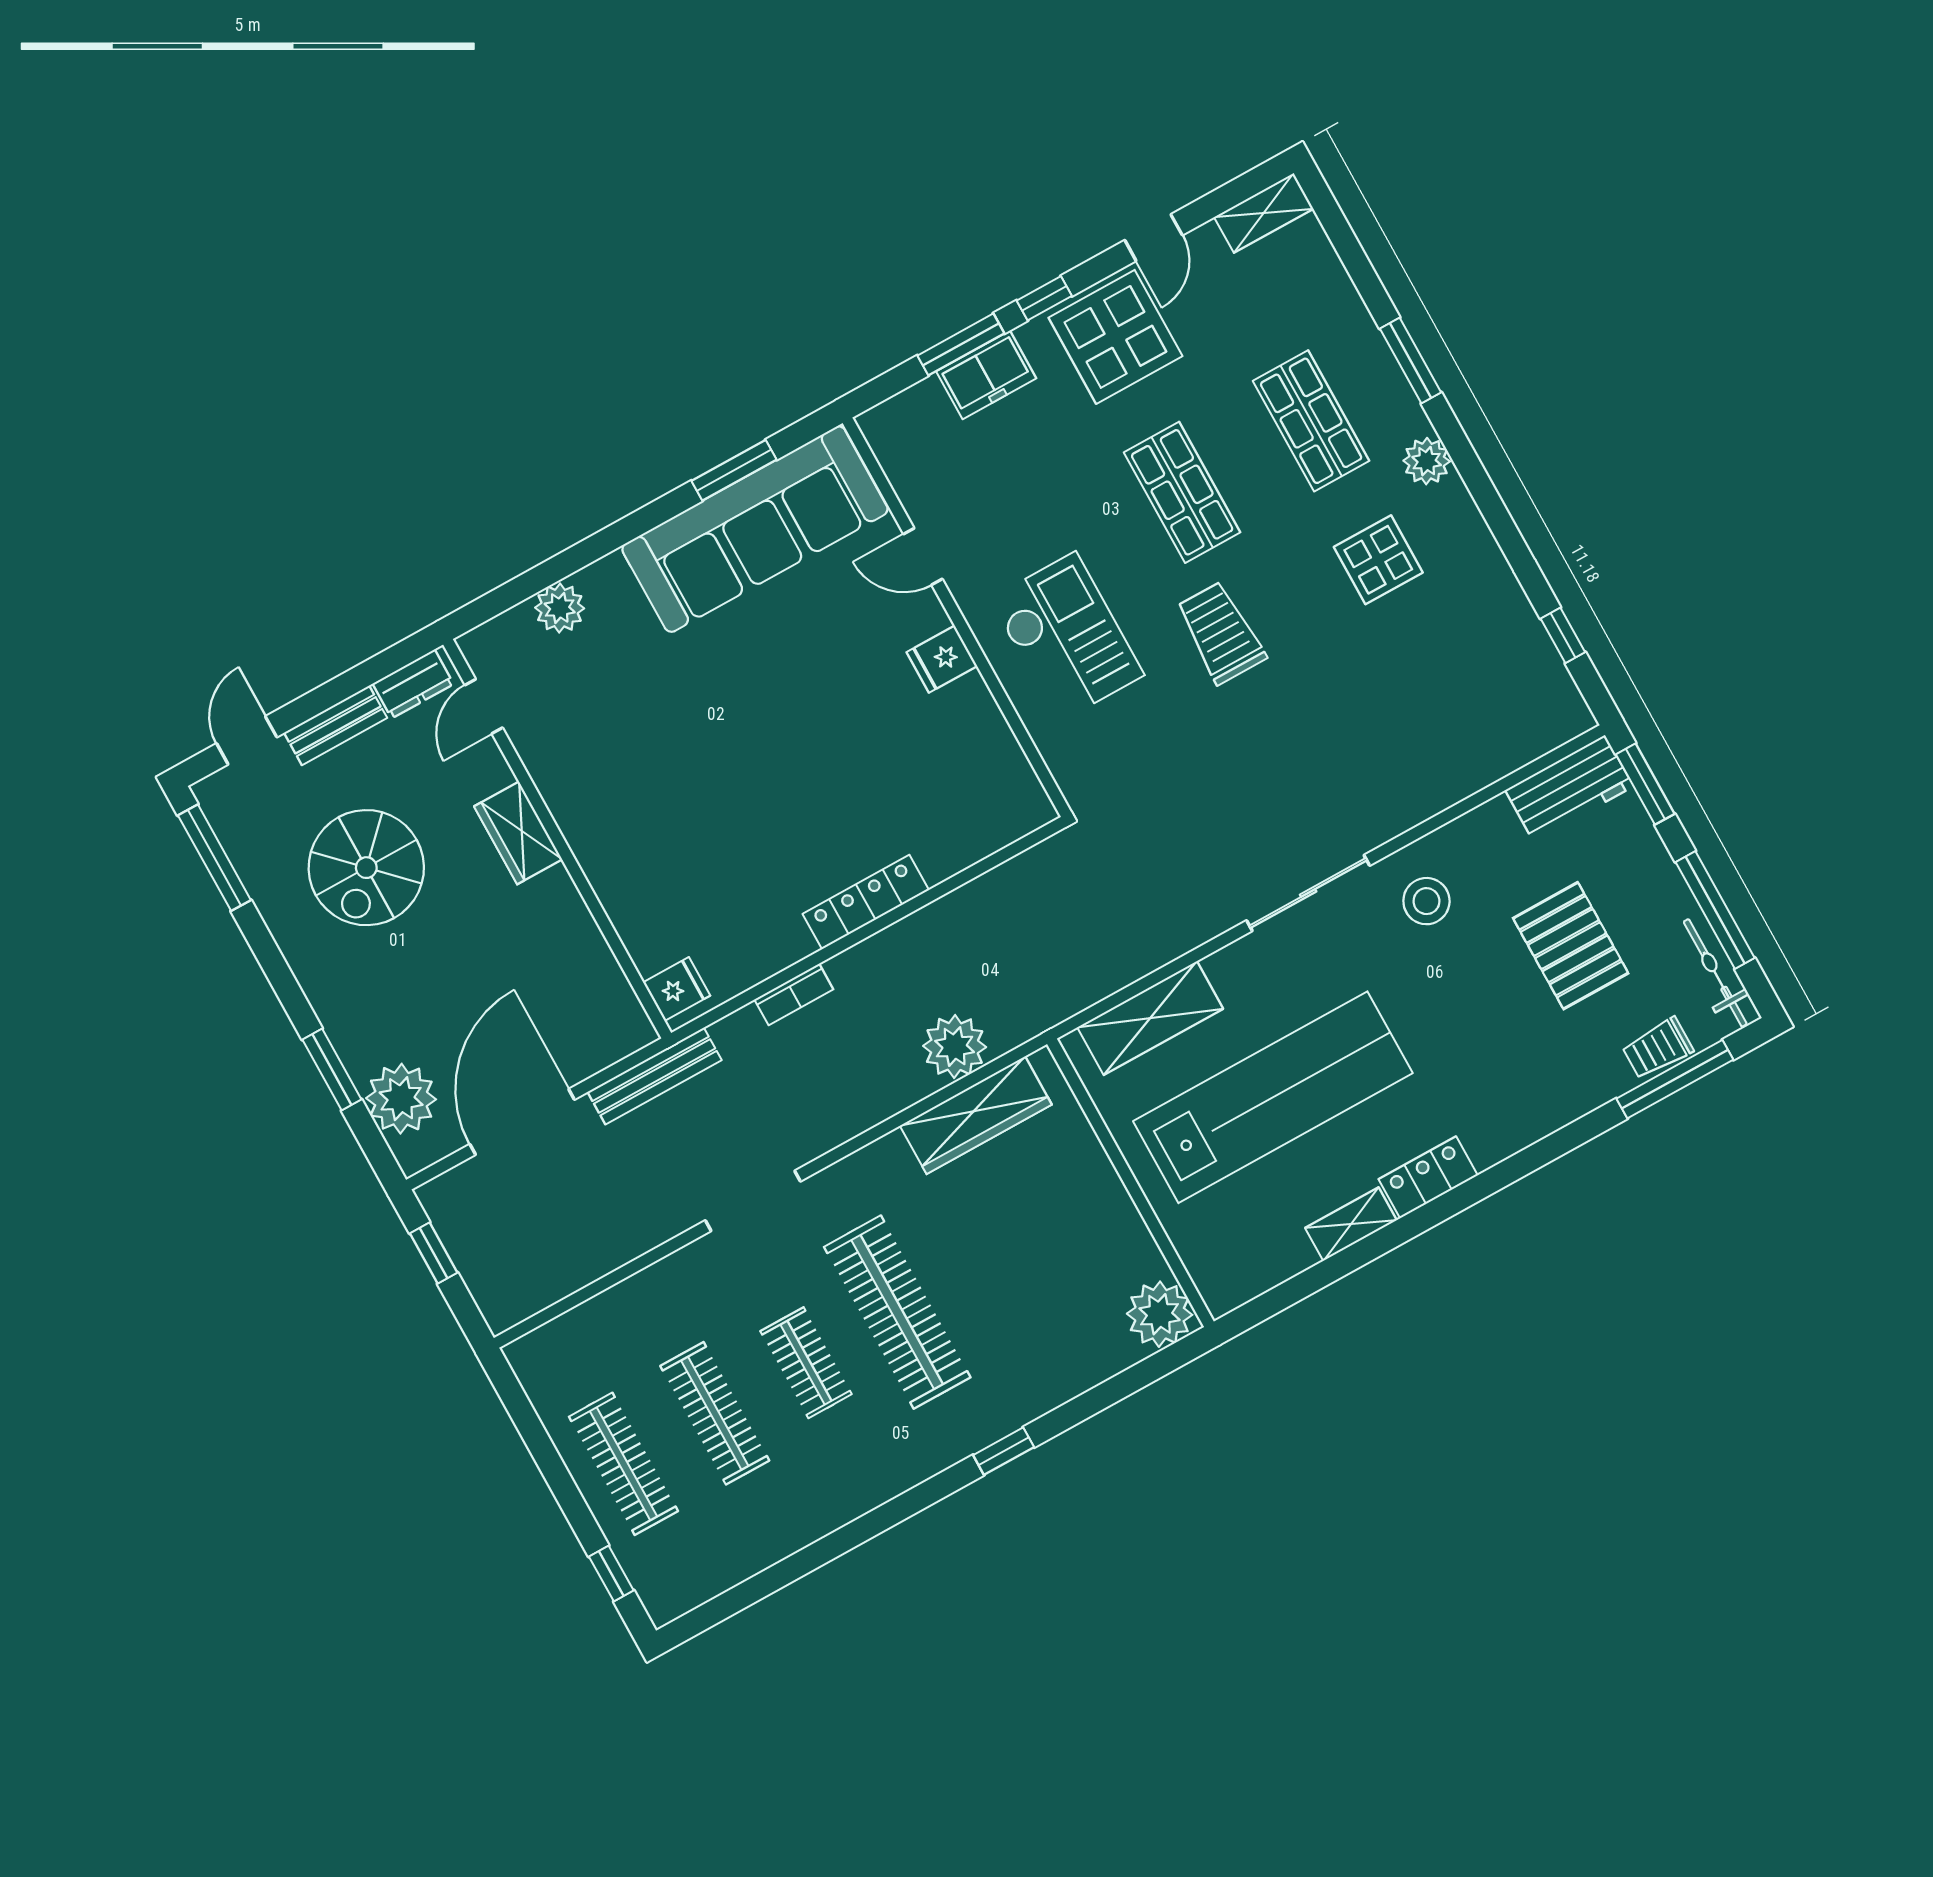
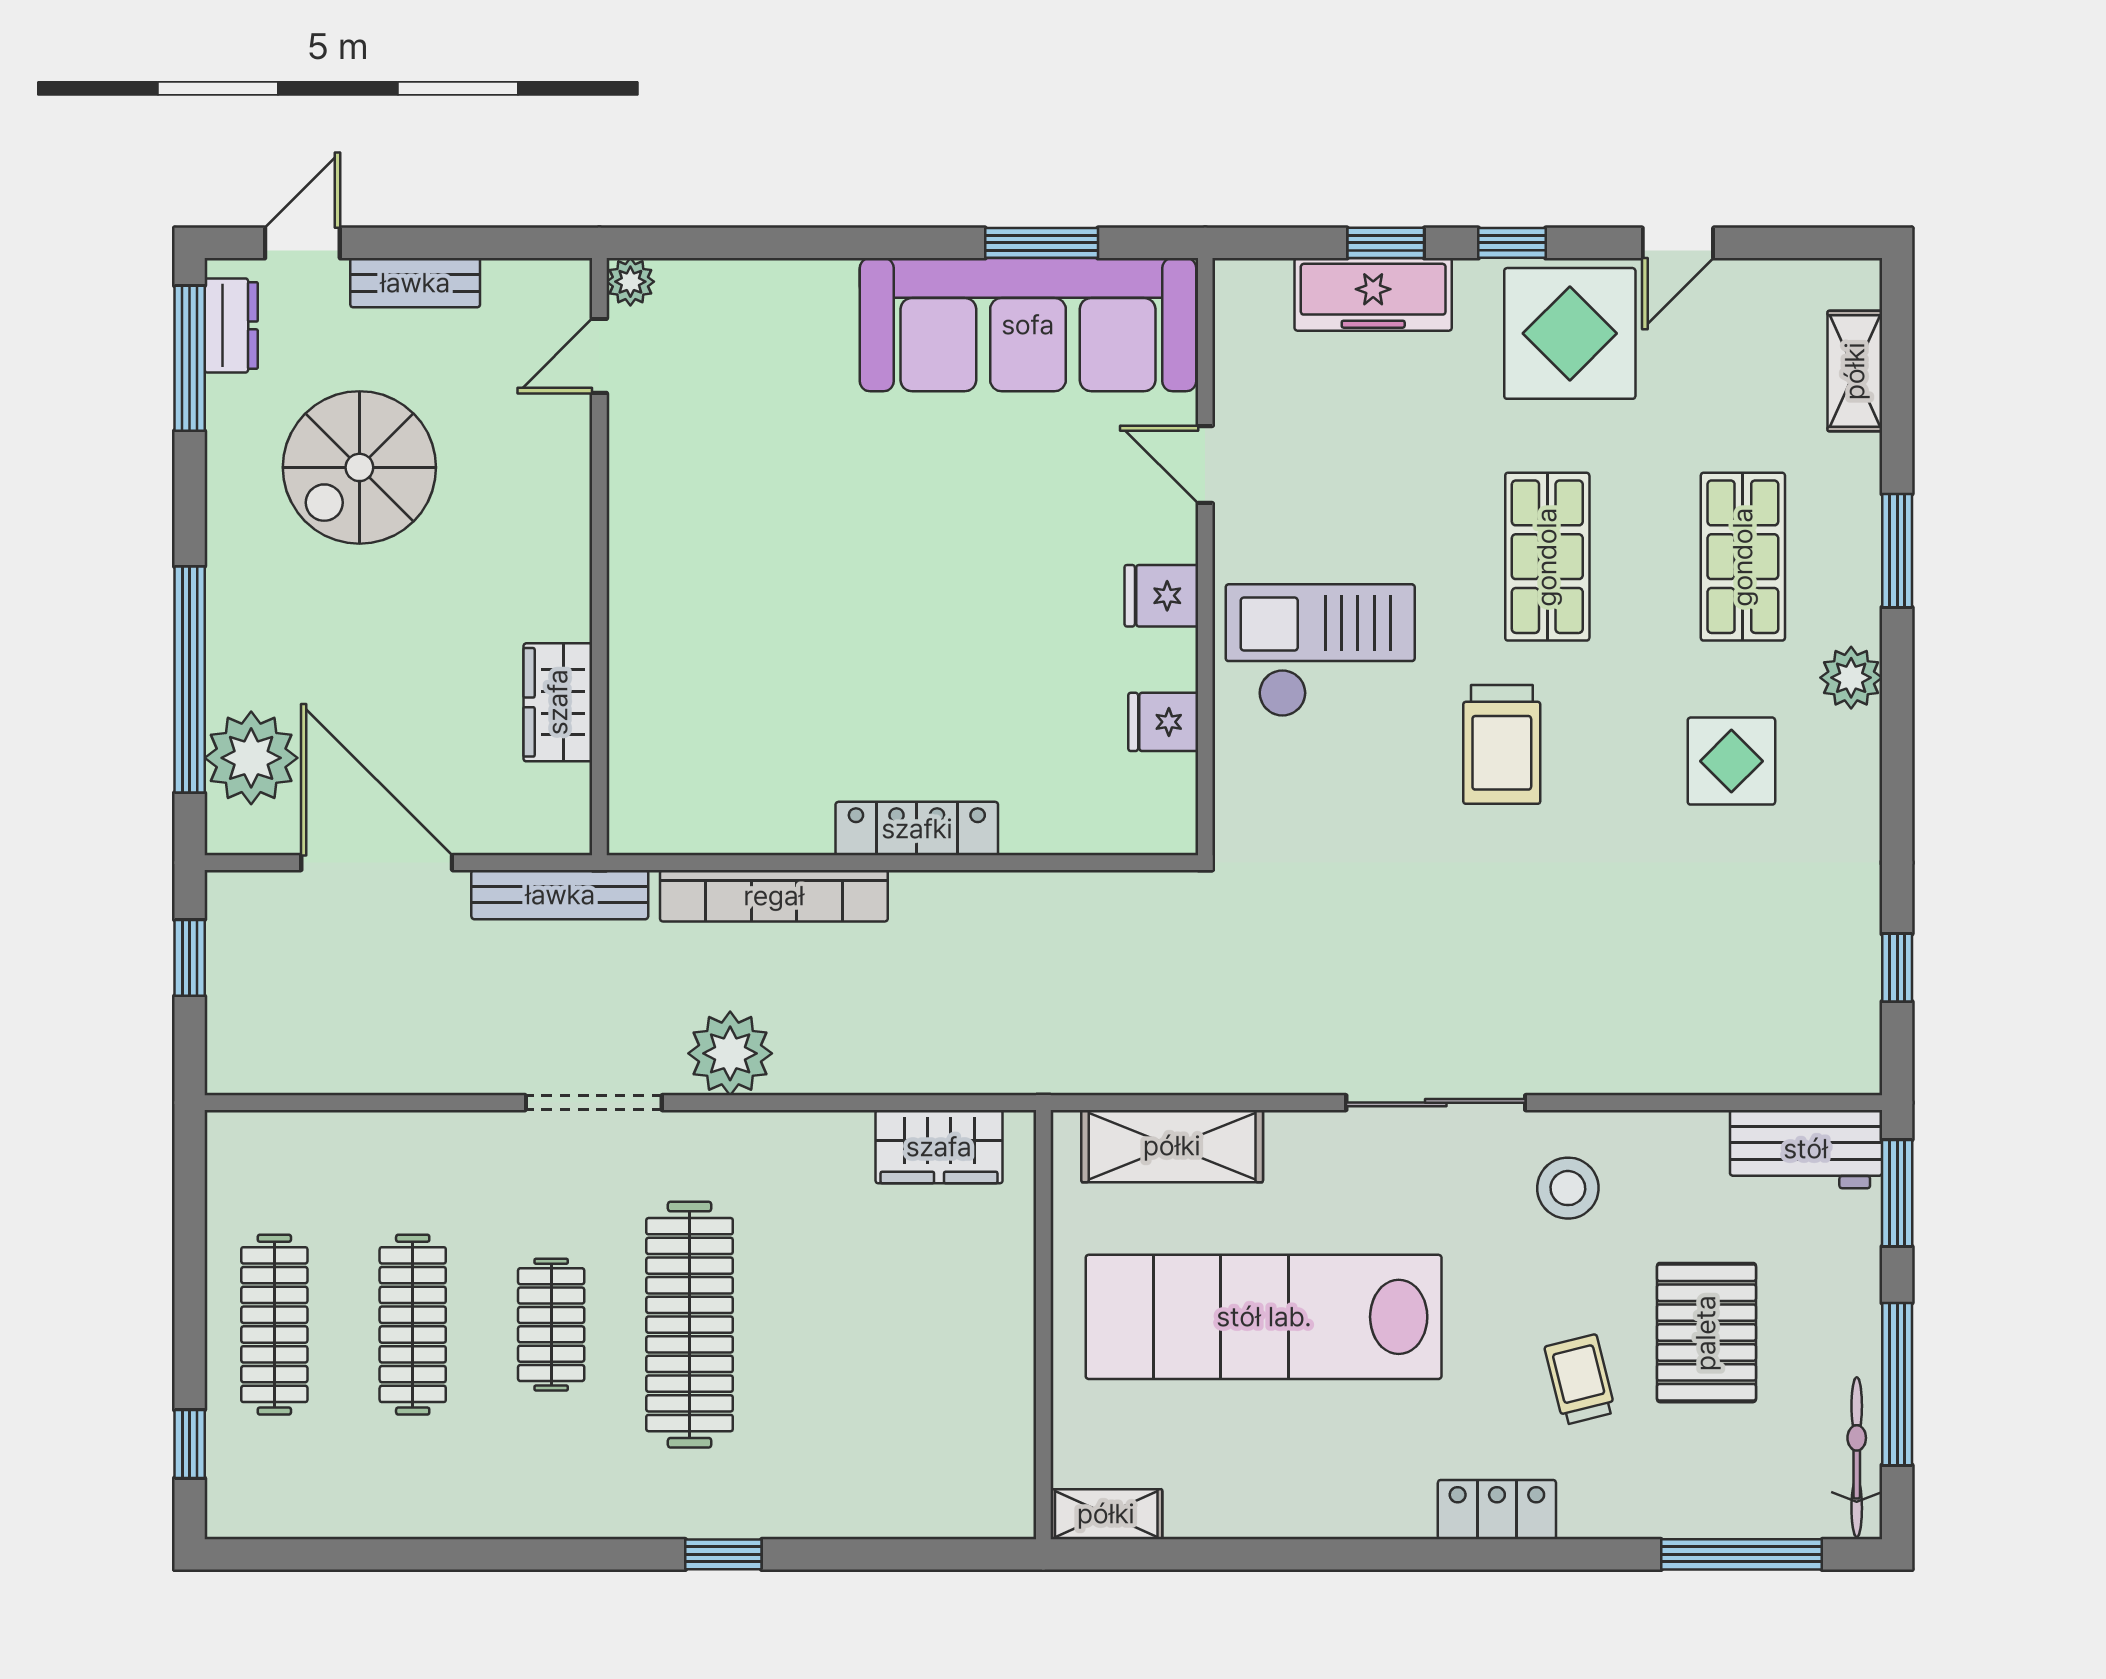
shelving: (1264, 213) -> (1855, 371), moved, turned 90
window: (961, 344) -> (1386, 243), width x0.67
freezer: (986, 375) -> (1373, 294), width x1.40
plant: (560, 608) -> (630, 282), moved, width x0.73, depth x0.73
trolley: (1221, 633) -> (1502, 744), turned 180
checkout: (1067, 637) -> (1320, 651), turned -90
dresser: (413, 684) -> (231, 325), moved, turned -90
wardrobe: (518, 833) -> (558, 702), moved
fridge: (677, 989) -> (1163, 722), moved, turned 180
bookcase: (794, 994) -> (774, 896), width x2.31, depth x1.31
plant: (955, 1047) -> (730, 1053), moved
trolley: (1658, 1048) -> (1580, 1380), moved, turned 76
window: (332, 1070) -> (190, 680), width x2.11
lab bench: (1273, 1097) -> (1264, 1317), turned 180
wardrobe: (976, 1115) -> (939, 1147), width x0.67
door: (522, 1122) -> (377, 863), hinge flipped
locker: (1428, 1177) -> (1497, 1510), moved
shelving: (1351, 1224) -> (1106, 1514), moved
plant: (1160, 1314) -> (992, 1496), removed

